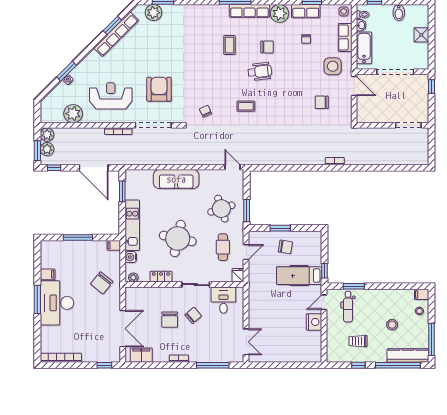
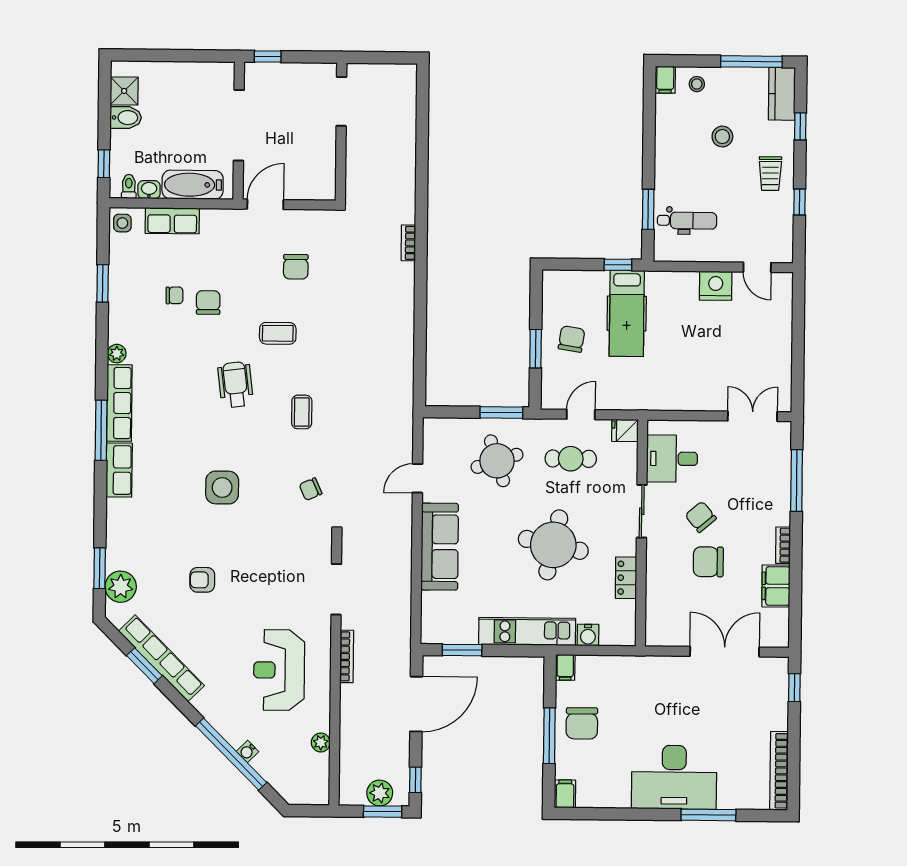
row of seats: (306, 11) -> (119, 470), moved
plant: (280, 13) -> (117, 354), width x0.53, depth x0.53
shower: (421, 35) -> (124, 91), moved
coffee table: (229, 45) -> (278, 333), moved
chair: (267, 47) -> (208, 303), moved
side table: (333, 66) -> (222, 488), moved
window: (67, 71) -> (231, 754), width x2.11
armchair: (159, 89) -> (202, 580), moved, width x0.53, depth x0.53
plant: (73, 114) -> (321, 743), width x0.53, depth x0.53
doorway: (153, 125) -> (336, 589), width x0.73
plant: (47, 135) -> (352, 793), removed
door: (232, 167) -> (417, 478), moved
door: (246, 252) -> (581, 414), hinge flipped
filing cabinet: (48, 274) -> (565, 794), moved
plant: (133, 277) -> (627, 630), removed
chair: (102, 283) -> (582, 723), moved, turned 51
window: (37, 299) -> (708, 815), moved
door: (324, 302) -> (757, 267), moved
chair: (170, 320) -> (708, 562), turned 180
trolley: (358, 341) -> (770, 174), moved
filing cabinet: (141, 355) -> (776, 586), moved
kitchen counter: (408, 356) -> (782, 94), width x0.67
window: (398, 365) -> (800, 126), width x0.32

